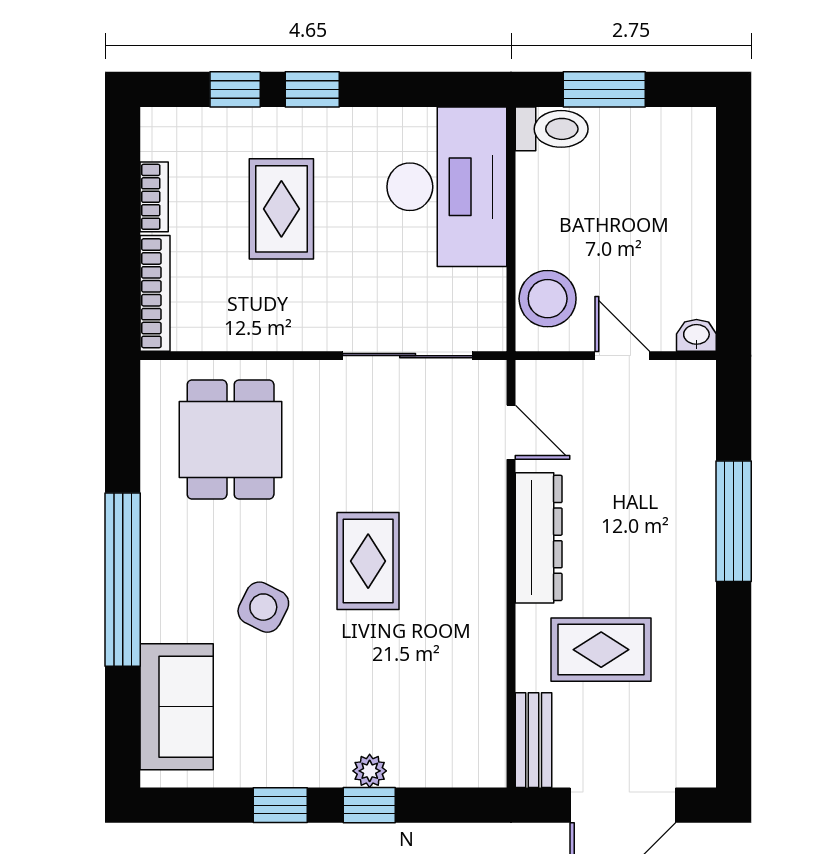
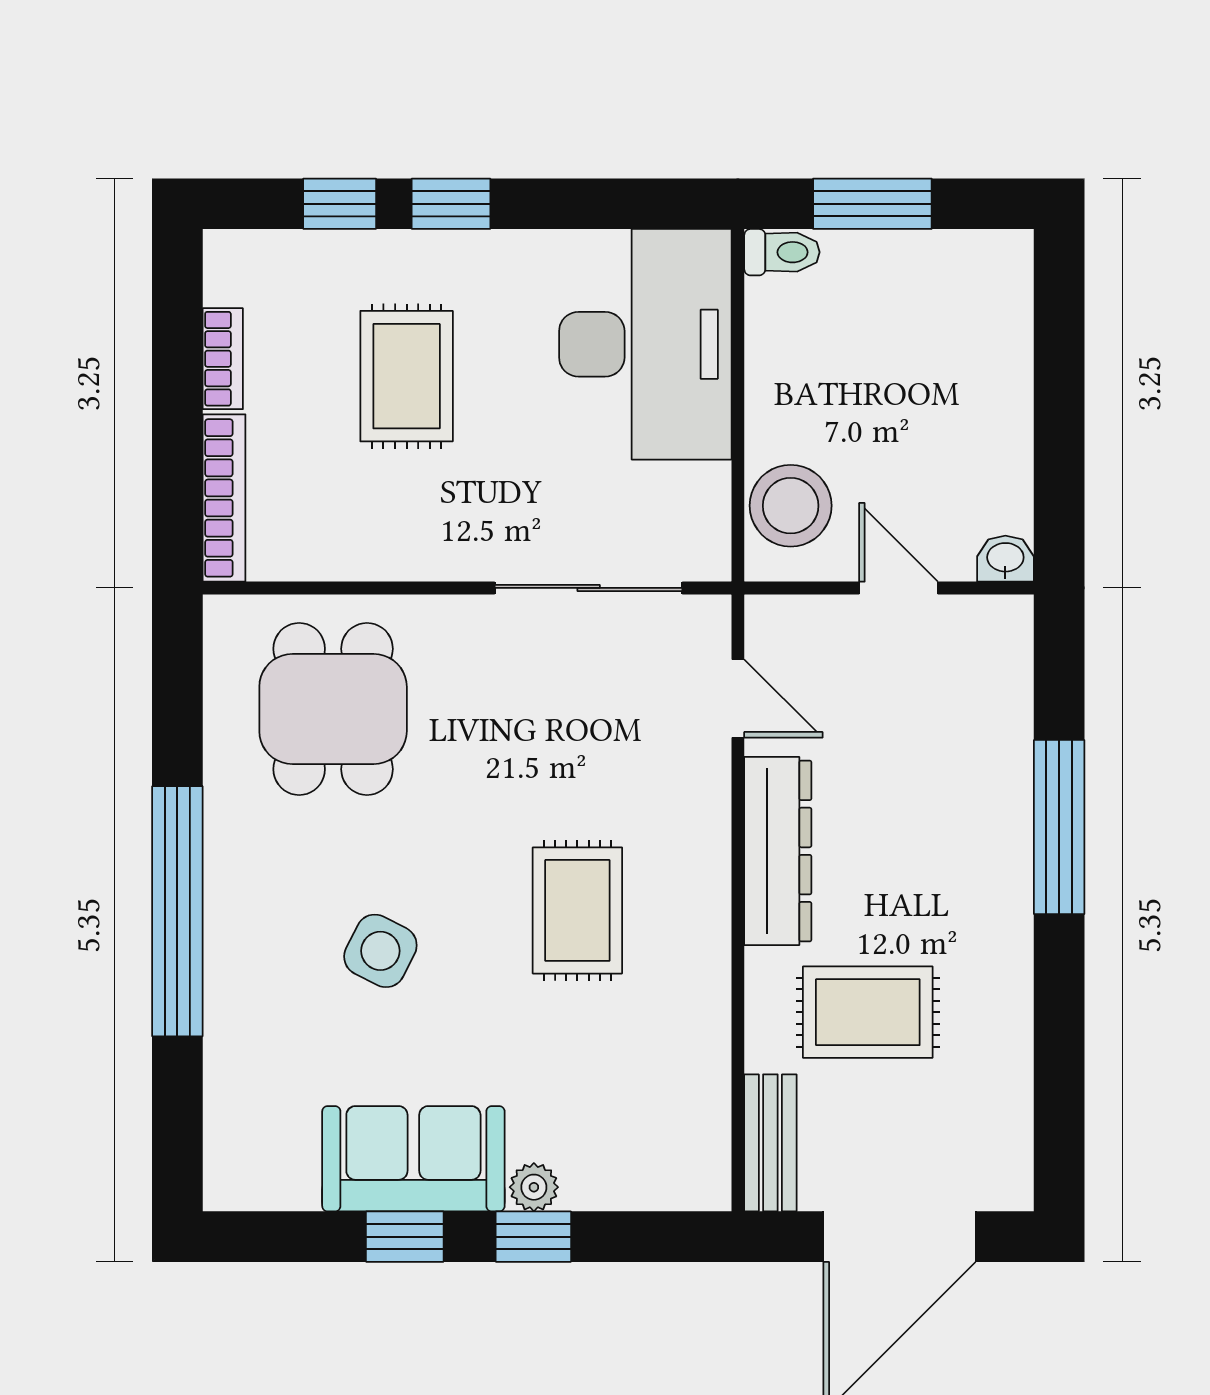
toilet: (552, 129) -> (782, 252), width x0.73, depth x0.72
rug: (368, 561) -> (577, 910), moved
sofa: (177, 707) -> (413, 1159), moved, turned -90

